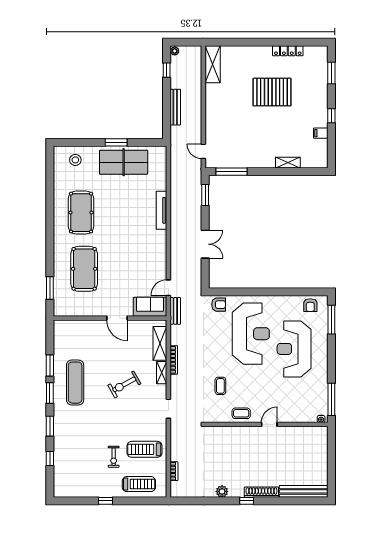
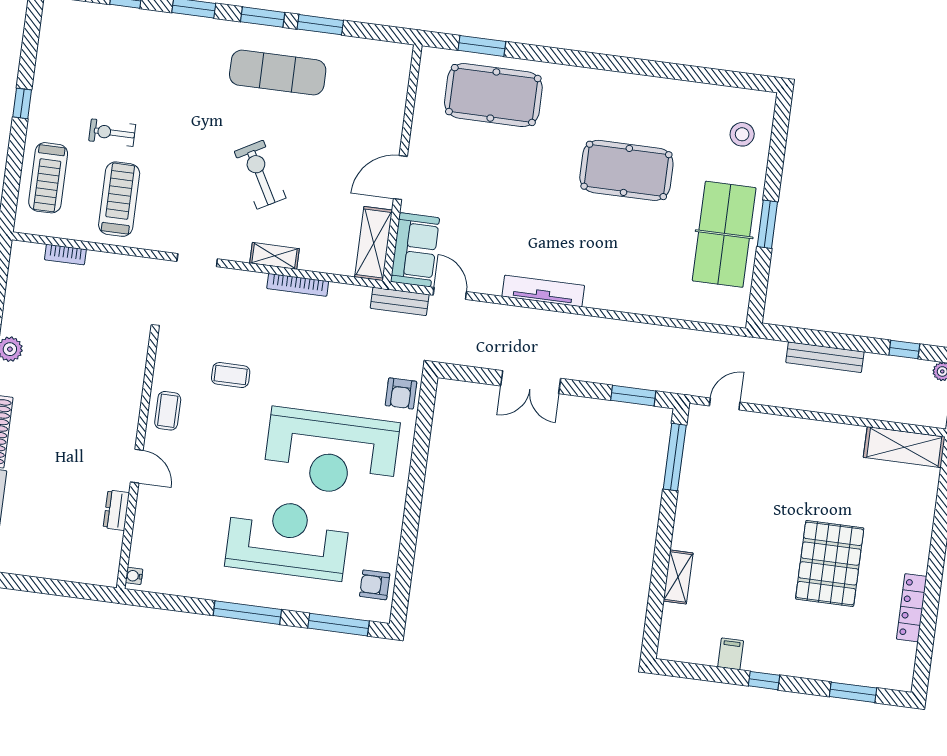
tv unit: (161, 210) -> (543, 291), moved
pool table: (81, 213) -> (626, 170), moved
pool table: (84, 269) -> (493, 95), moved
shelving: (160, 343) -> (374, 244), moved, turned 90
window: (331, 399) -> (247, 613), moved
dresser: (291, 431) -> (116, 510), added

